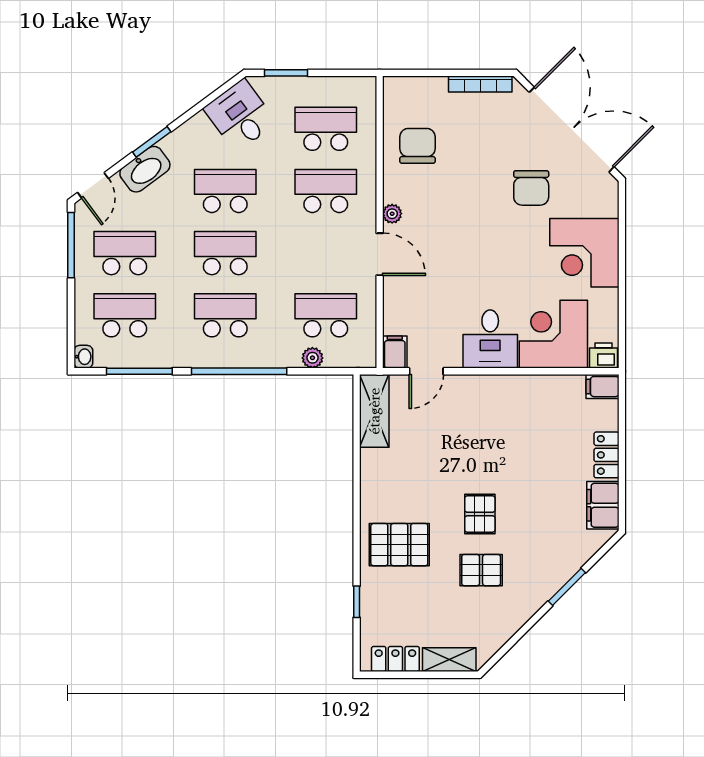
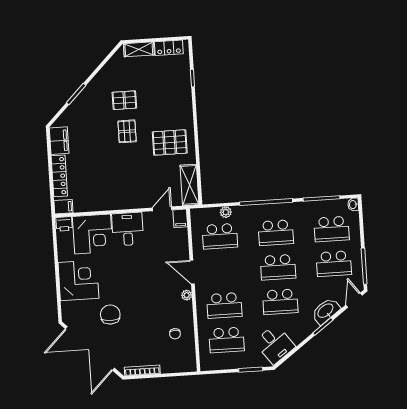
chair: (417, 146) -> (175, 334), width x0.54, depth x0.54
locker: (606, 455) -> (59, 176), width x1.53
pallet: (399, 545) -> (170, 142), moved

